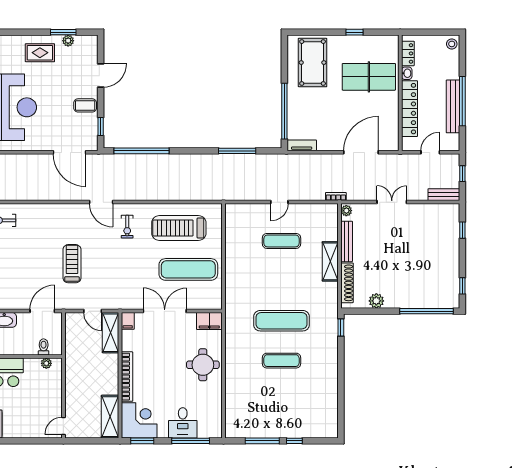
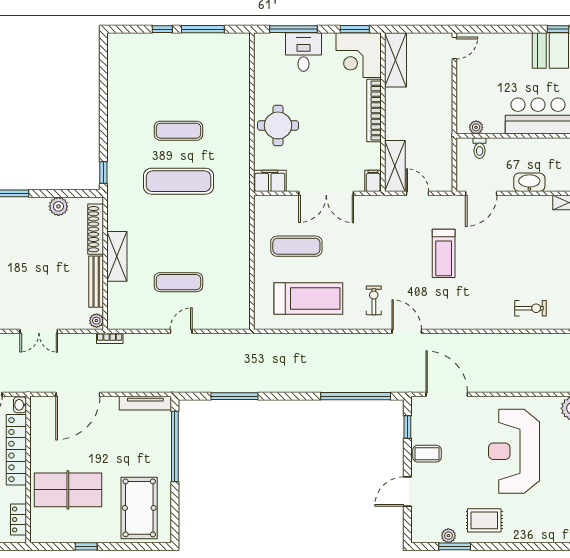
washbasin: (407, 73) -> (20, 405), moved
tv unit: (302, 145) -> (145, 403), width x1.41
exercise mat: (188, 269) -> (296, 246), width x0.73, depth x0.69

